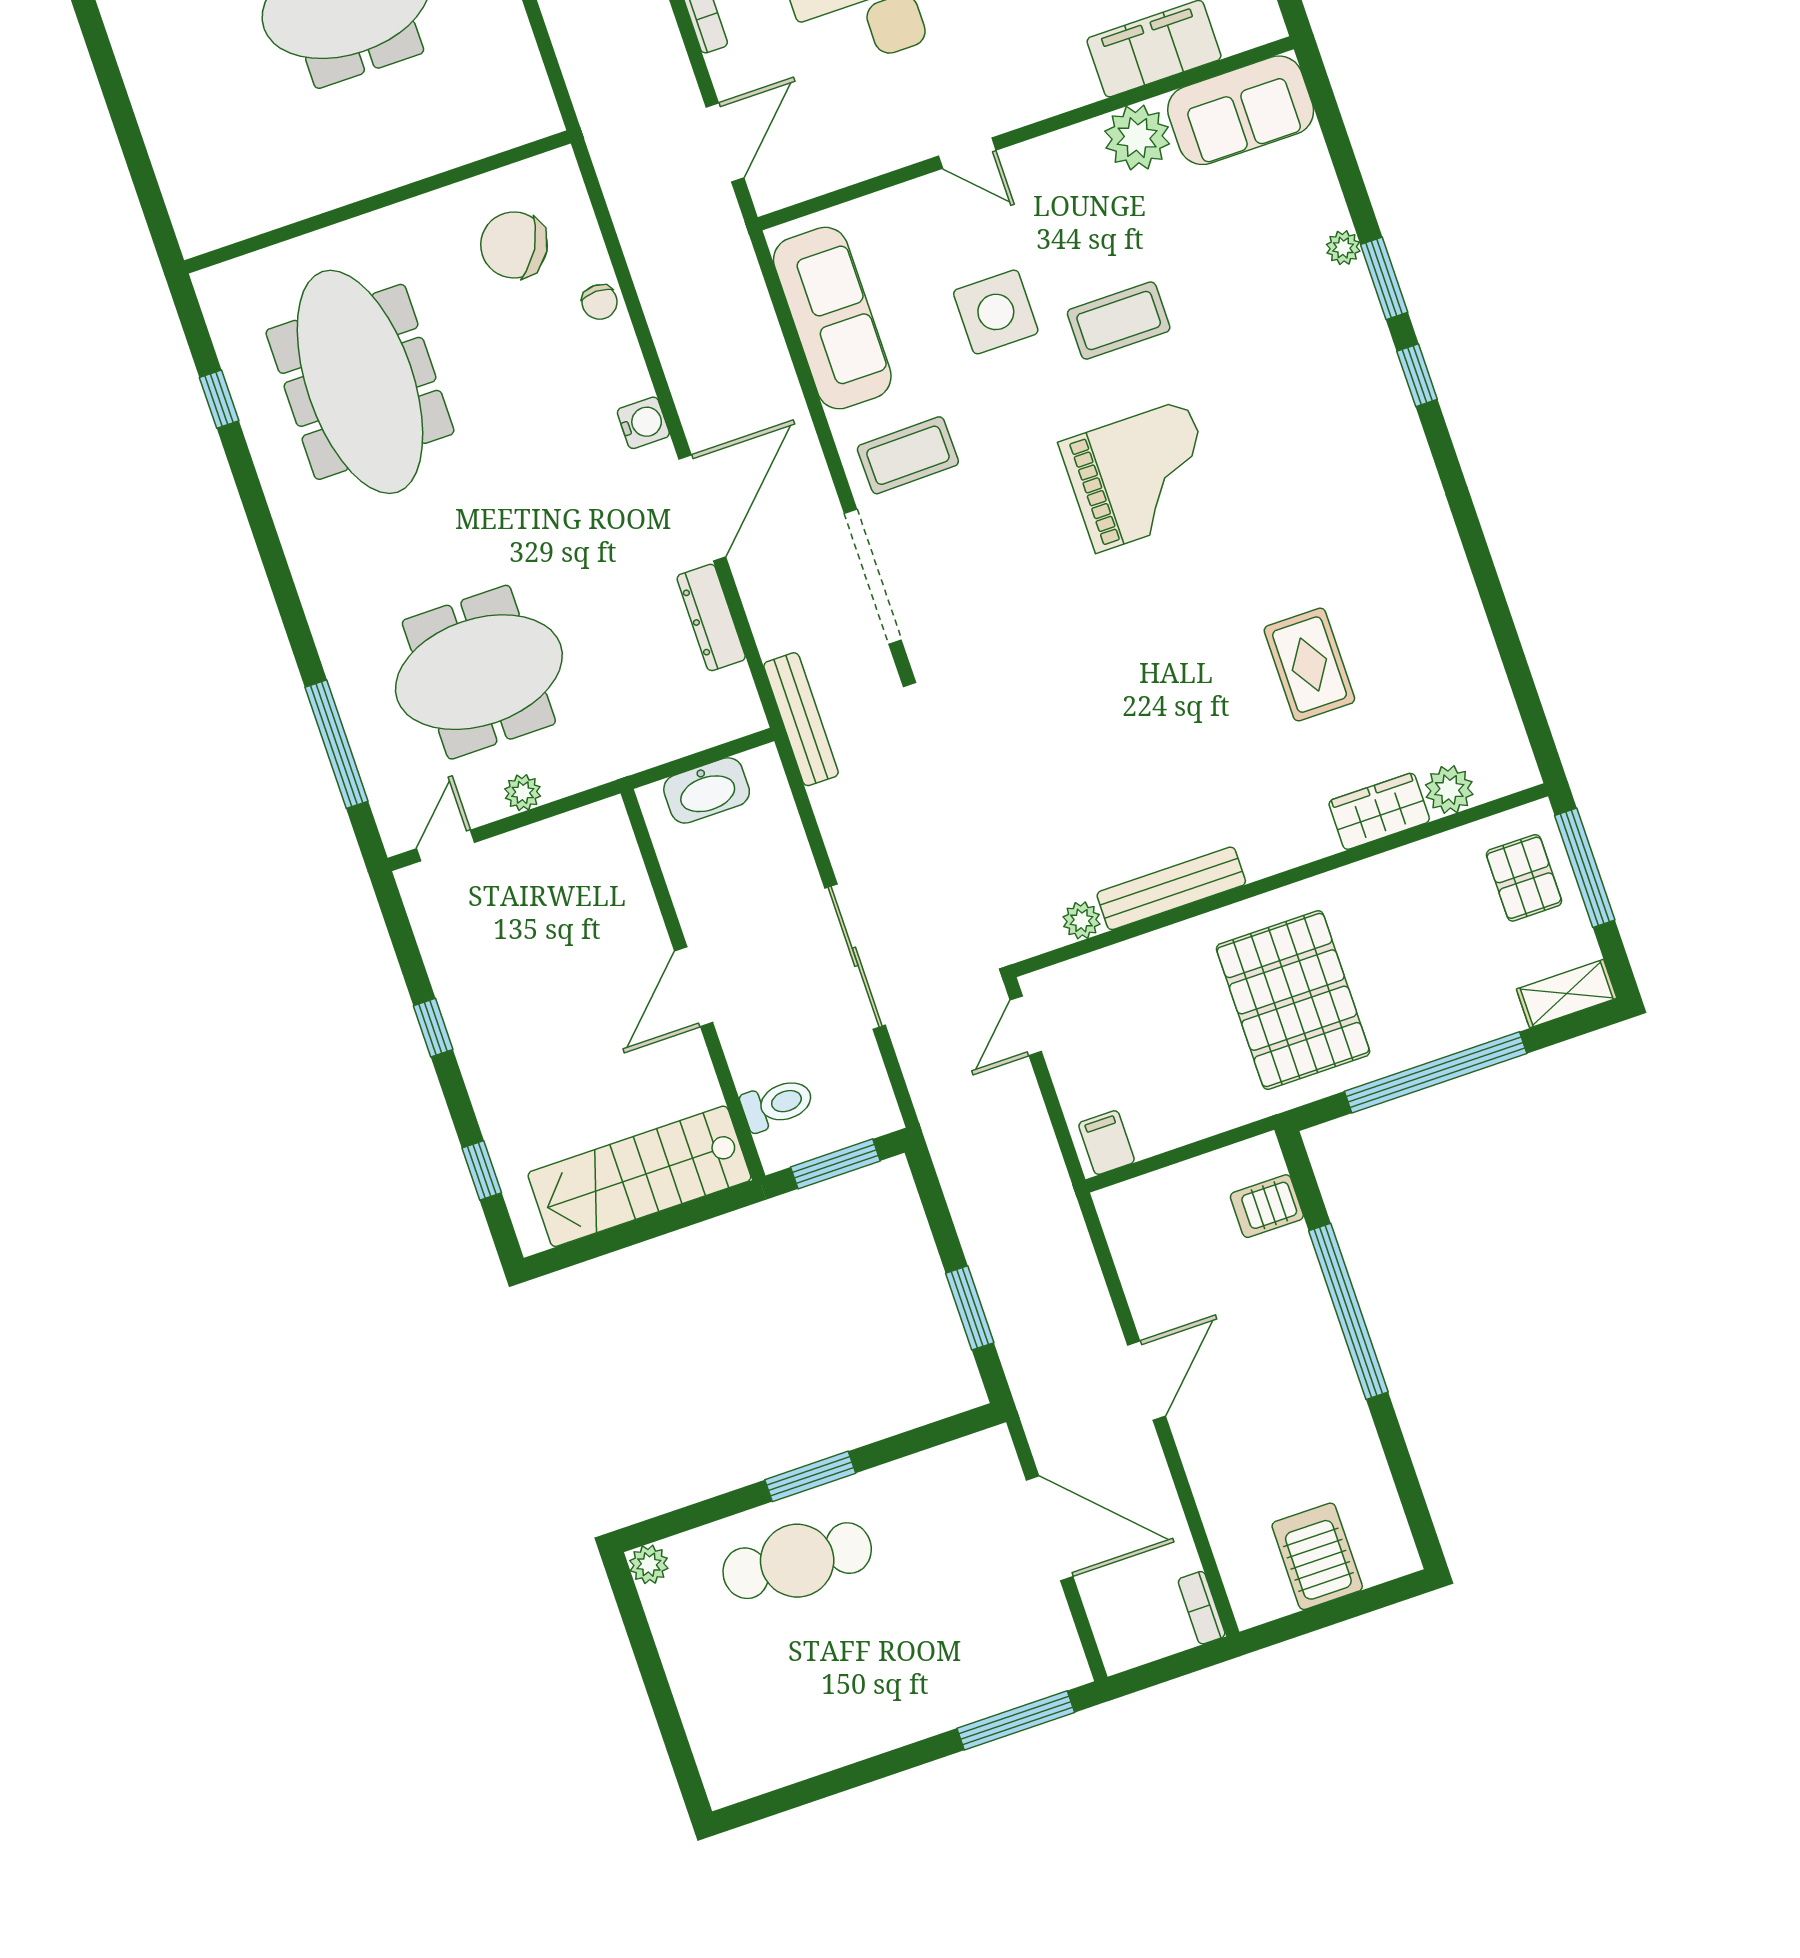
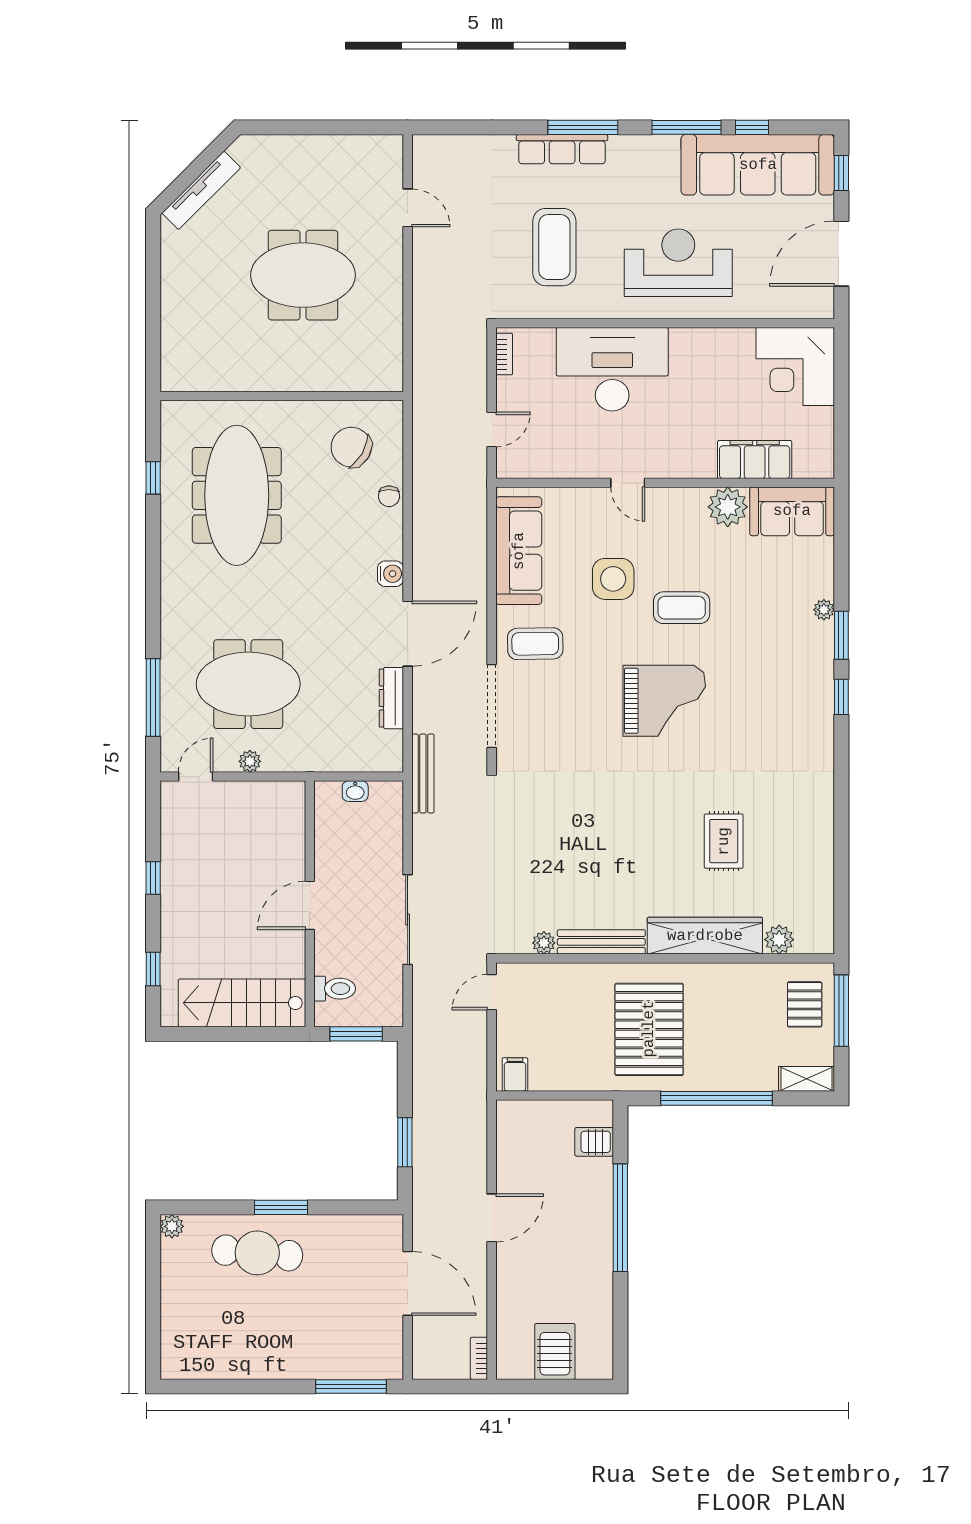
door: (725, 142) -> (492, 430), width x0.73
washbasin: (707, 790) -> (355, 791), width x0.52, depth x0.69
wardrobe: (1379, 811) -> (705, 936), width x2.10, depth x1.17

